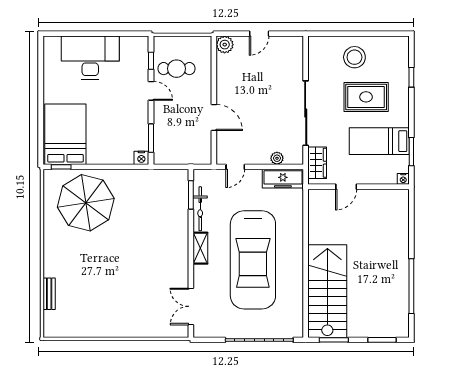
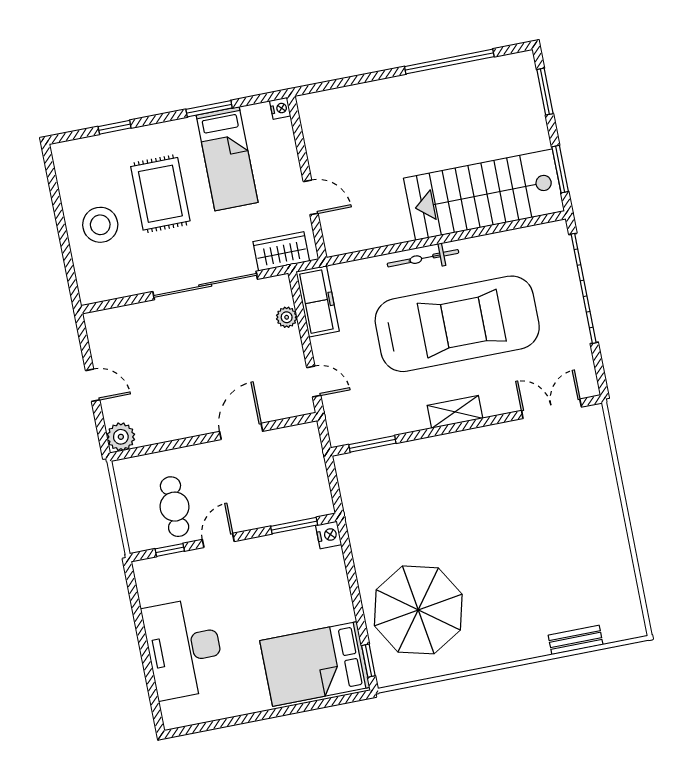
window: (411, 152) -> (209, 109), moved
bicycle: (200, 209) -> (423, 258), moved, turned 180
double door: (191, 306) -> (551, 409), swing flipped

